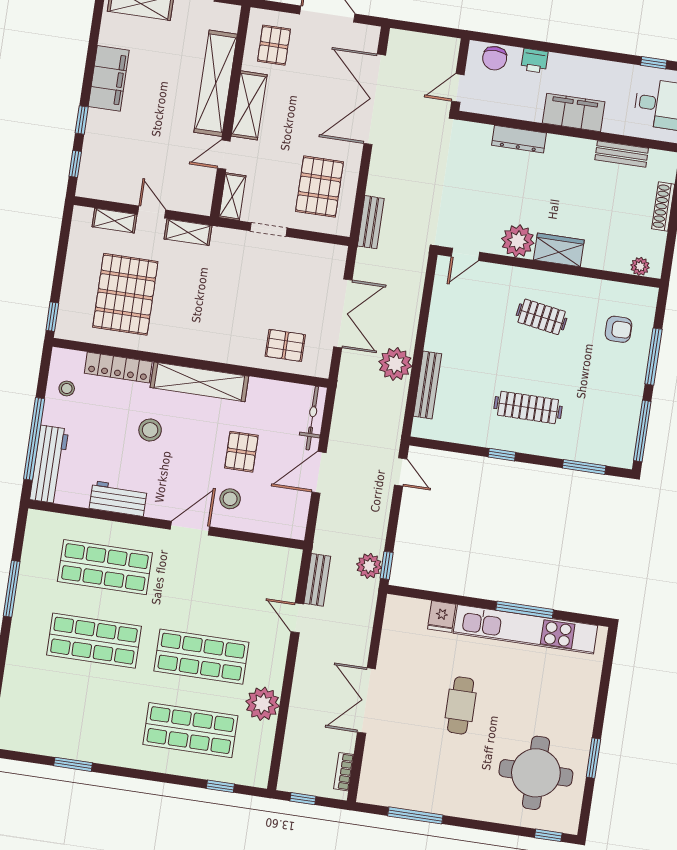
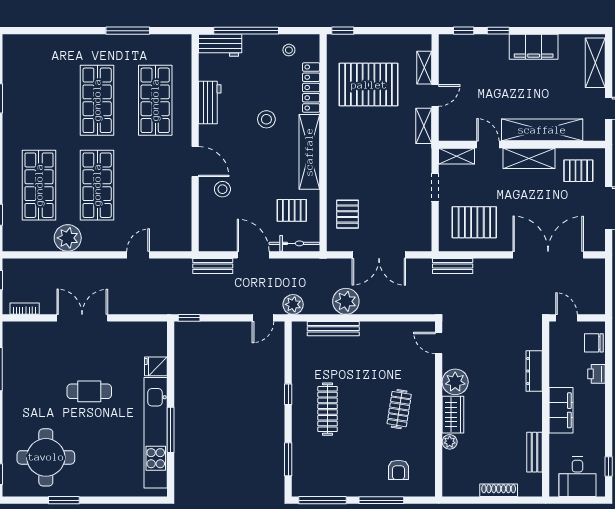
plant: (640, 266) -> (450, 442), moved
pallet: (241, 452) -> (292, 210), moved
workbench: (49, 464) -> (220, 45), width x0.73
plant: (369, 566) -> (293, 304), moved
bench: (317, 580) -> (213, 266), moved

